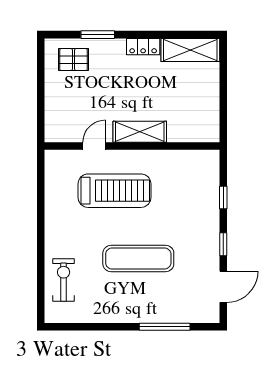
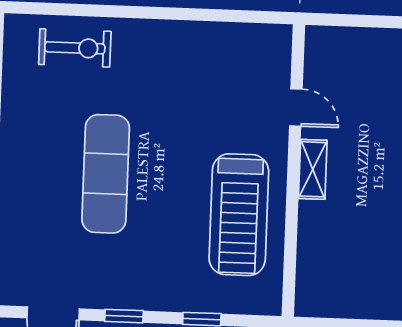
shelving: (140, 132) -> (313, 169), width x0.67, depth x0.75
treadmill: (114, 191) -> (239, 215), moved

